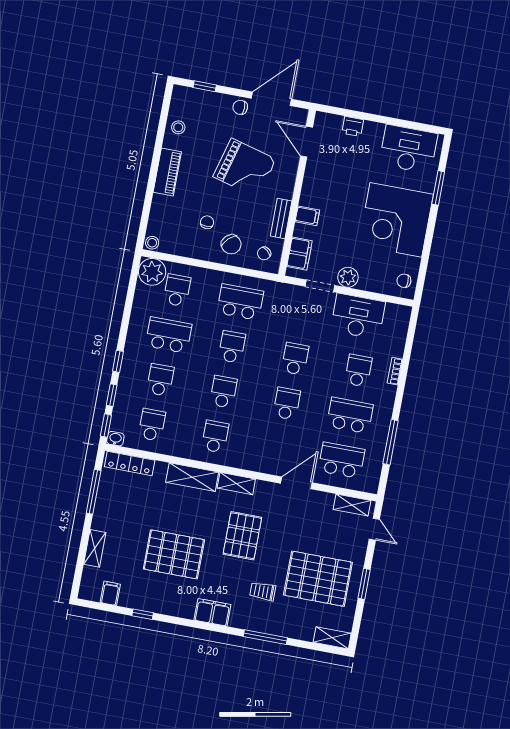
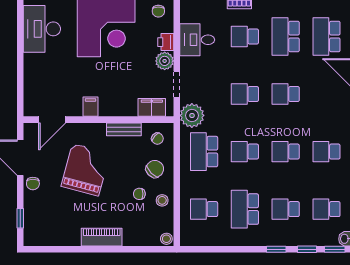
printer: (353, 126) -> (166, 42), moved, turned 180
stool: (178, 127) -> (162, 200), moved
filing cabinet: (307, 216) -> (90, 107), moved
plant: (152, 272) -> (192, 115), moved
desk: (358, 316) -> (197, 40), width x0.73

